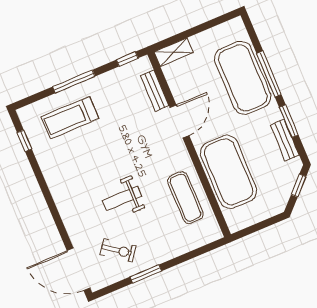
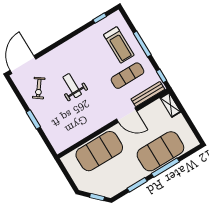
bench: (155, 91) -> (148, 94), width x1.36
treadmill: (70, 118) -> (119, 45), turned 180
bench: (285, 140) -> (125, 184), removed
exercise mat: (185, 198) -> (127, 76), moved
window: (146, 274) -> (33, 120), moved

